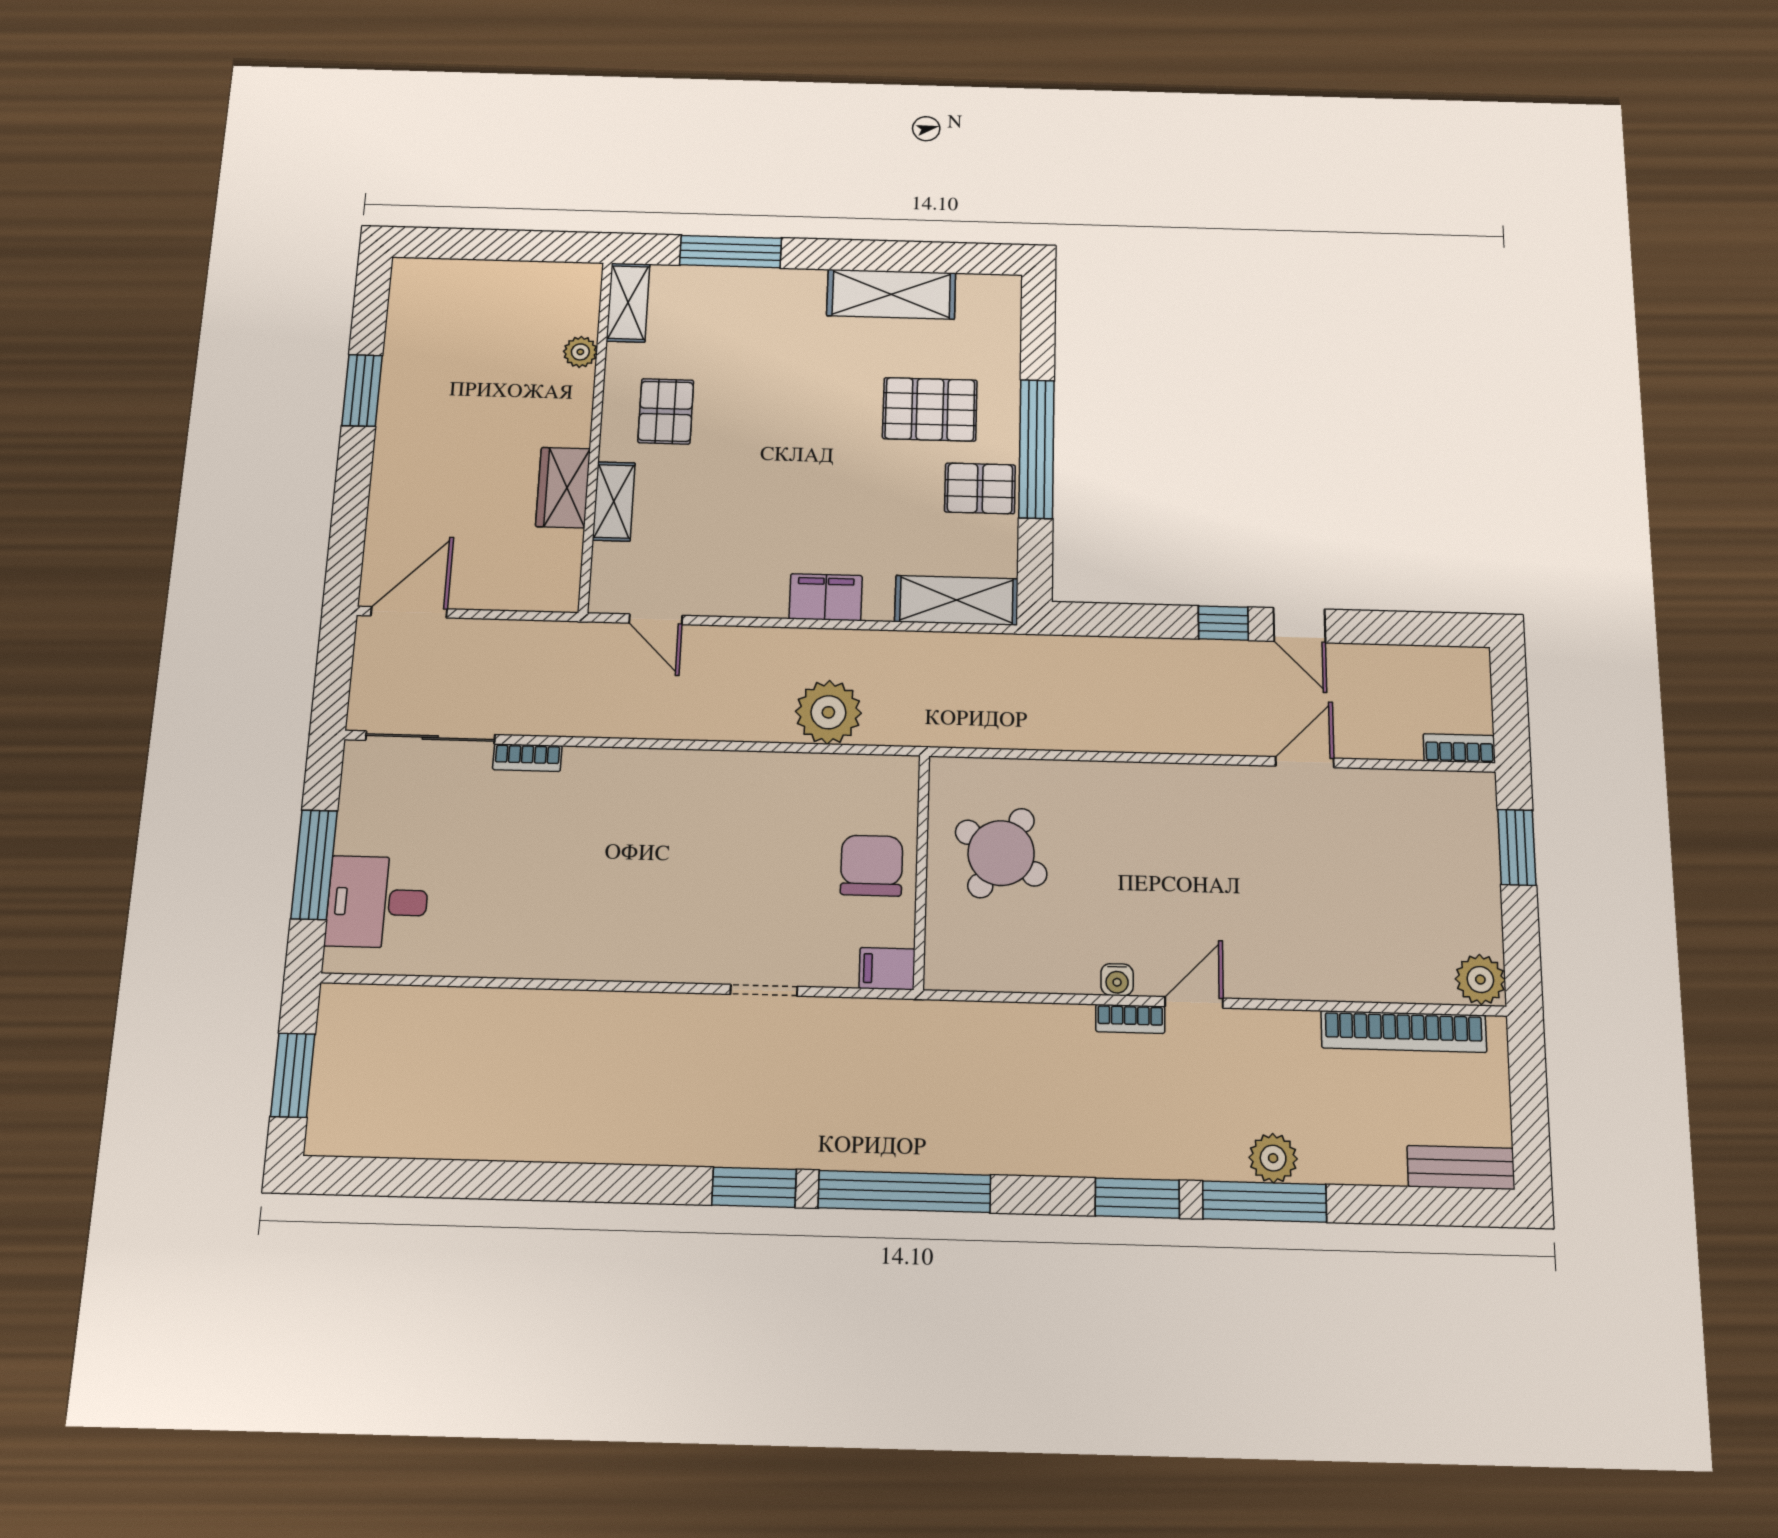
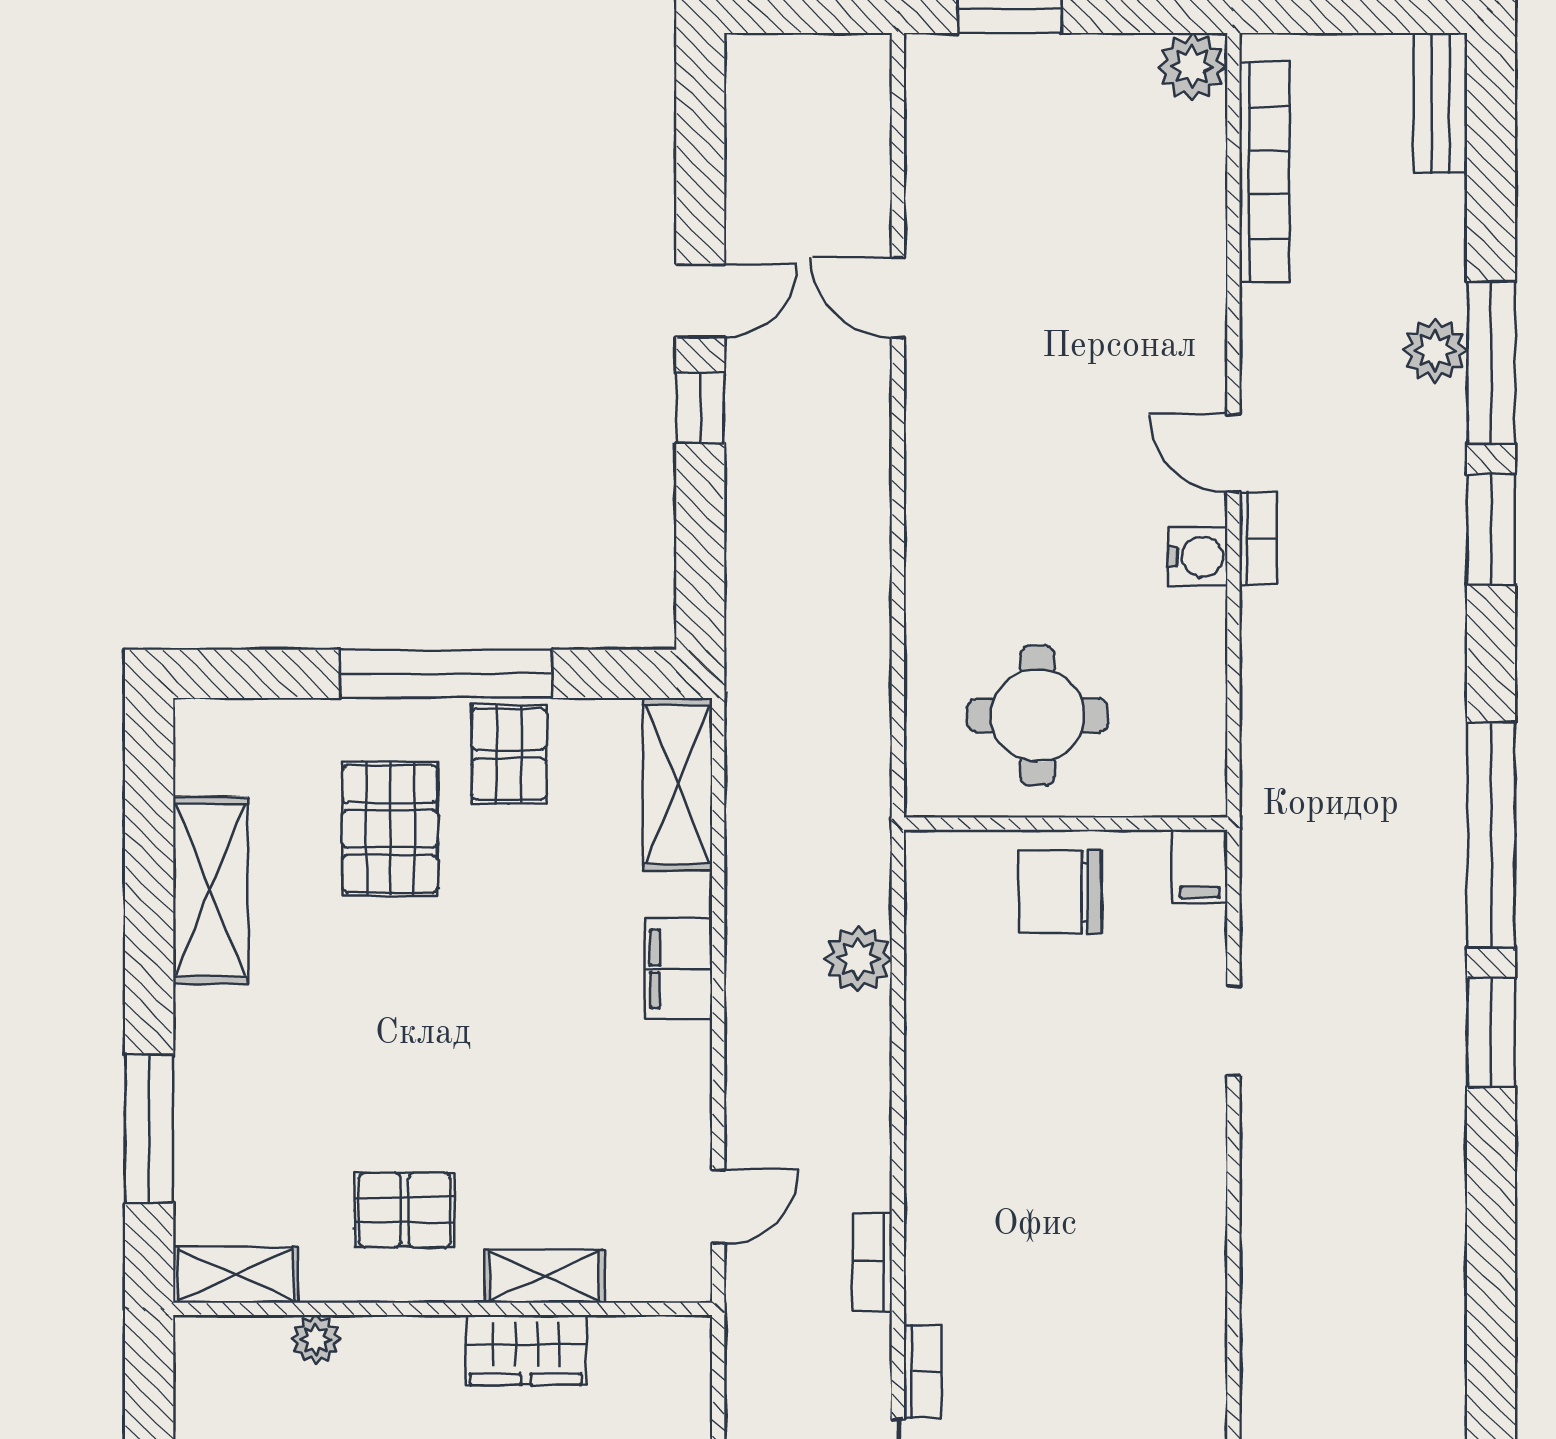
plant: (828, 712) -> (858, 959), width x0.73, depth x0.73
bookcase: (1459, 748) -> (872, 1262), moved
round table: (1001, 853) -> (1037, 716), turned -31
water cooler: (1117, 980) -> (1198, 557), width x1.38, depth x1.38

